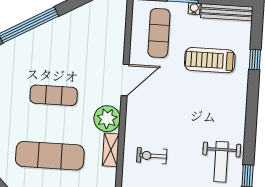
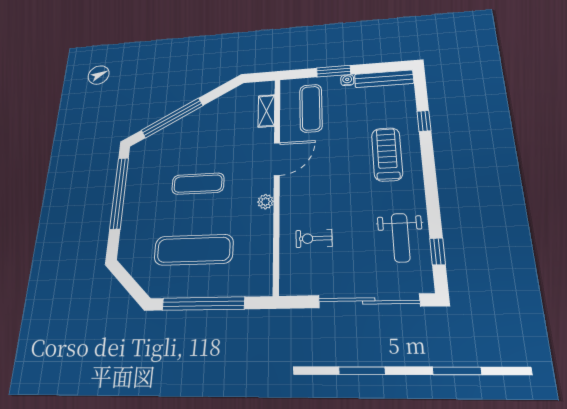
treadmill: (210, 60) -> (387, 154), moved, turned 90
plant: (107, 119) -> (265, 202), width x0.53, depth x0.53
shelving: (111, 150) -> (266, 111), moved

